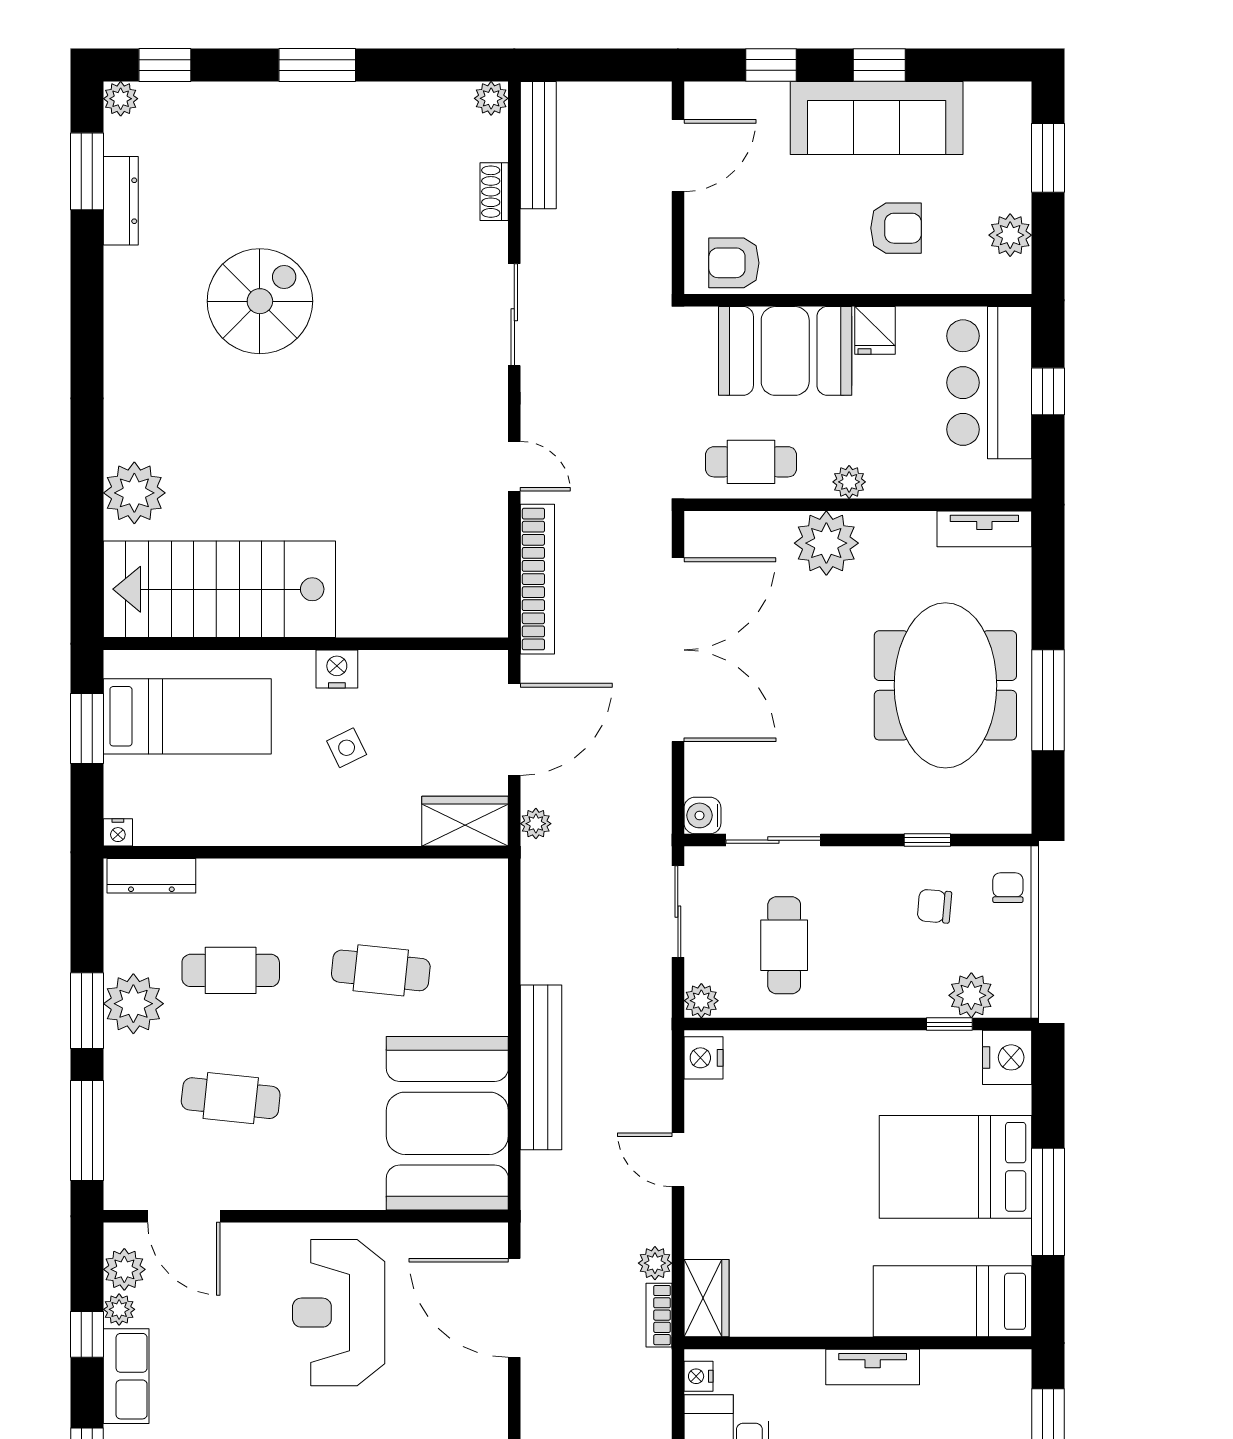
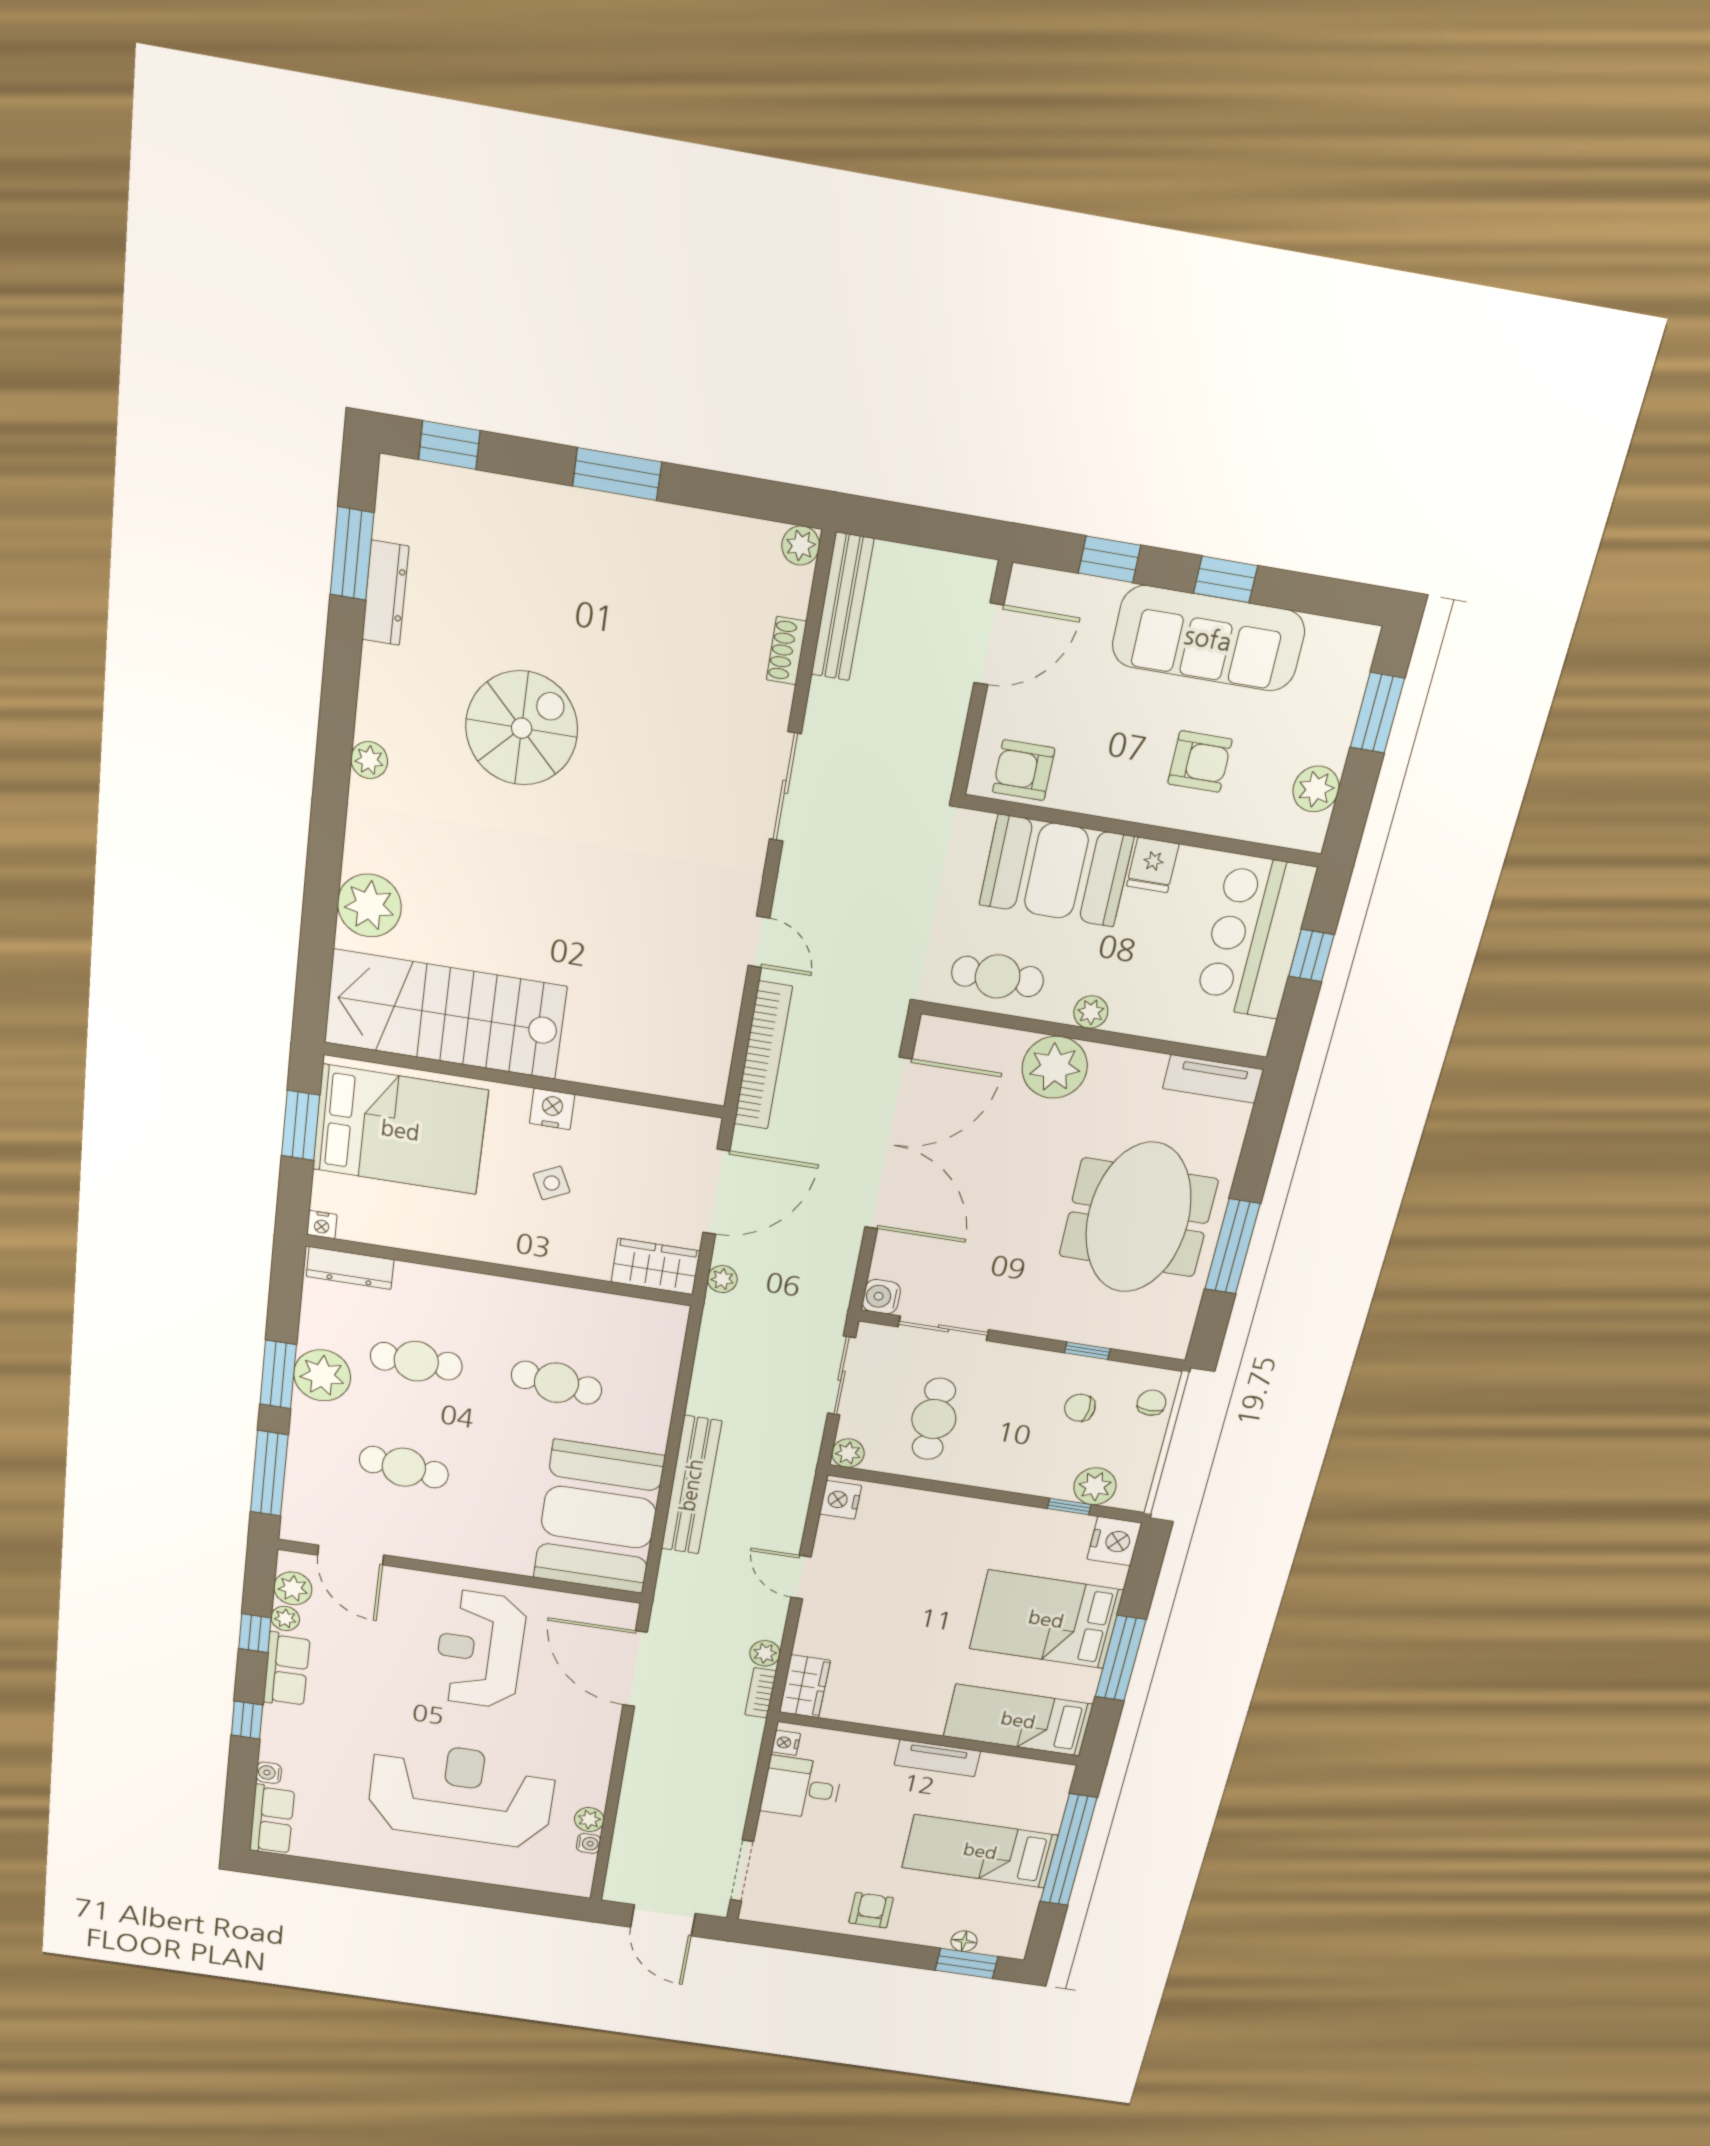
plant: (121, 99) -> (369, 760), moved
bed: (187, 716) -> (400, 1130), width x1.50

